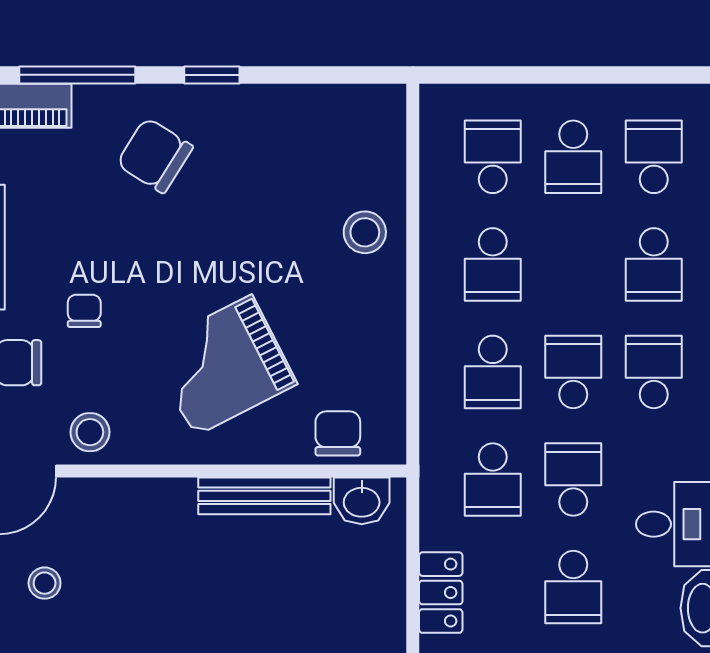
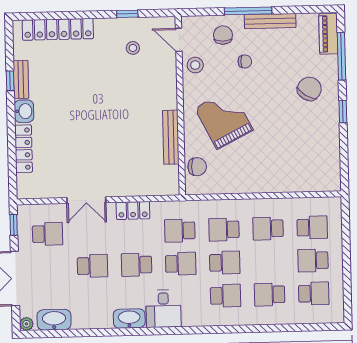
stool: (365, 232) -> (280, 176), removed
washbasin: (362, 501) -> (170, 177), removed

